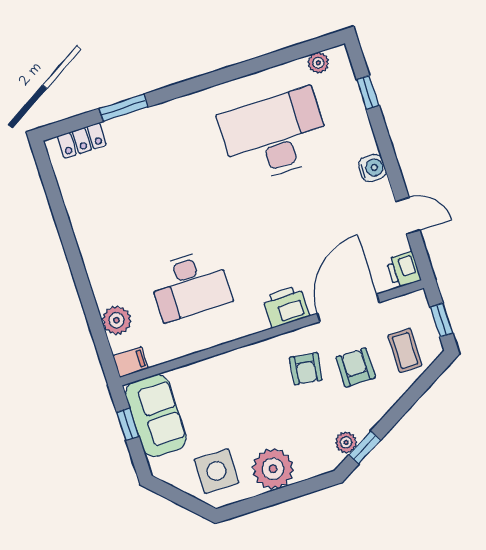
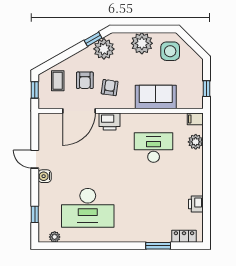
door: (408, 216) -> (35, 159), moved
printer: (404, 270) -> (196, 204), moved, turned 180
sofa: (156, 416) -> (156, 97), moved, turned 90
plant: (346, 442) -> (104, 49), width x1.88, depth x1.88

